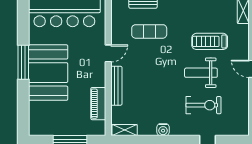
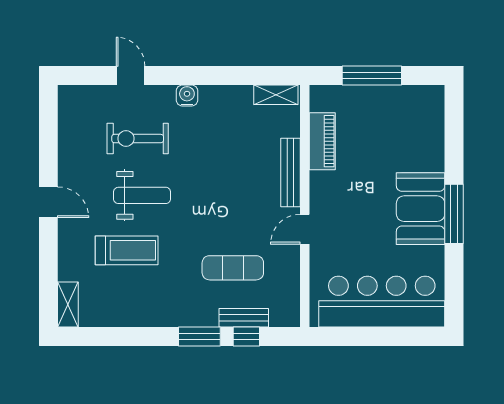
booth: (48, 73) -> (421, 209), width x0.73, depth x0.70
water cooler: (163, 130) -> (187, 95), moved

